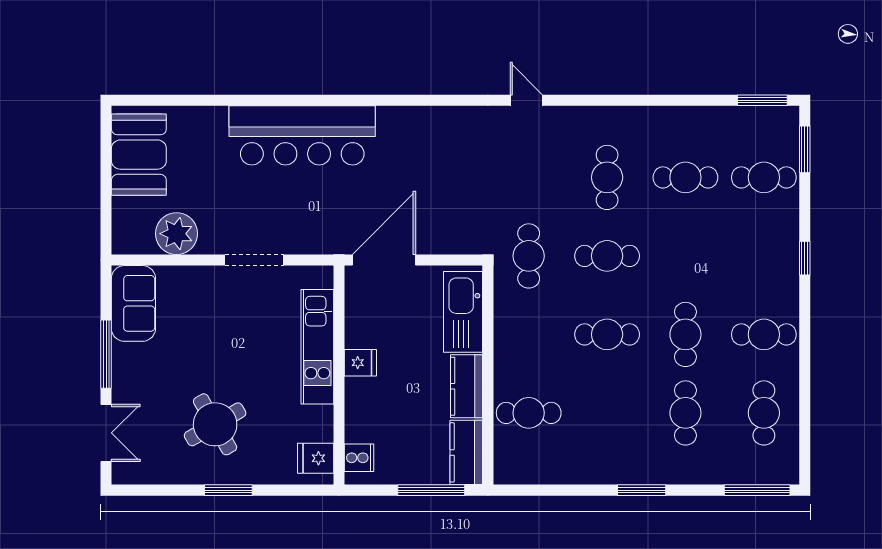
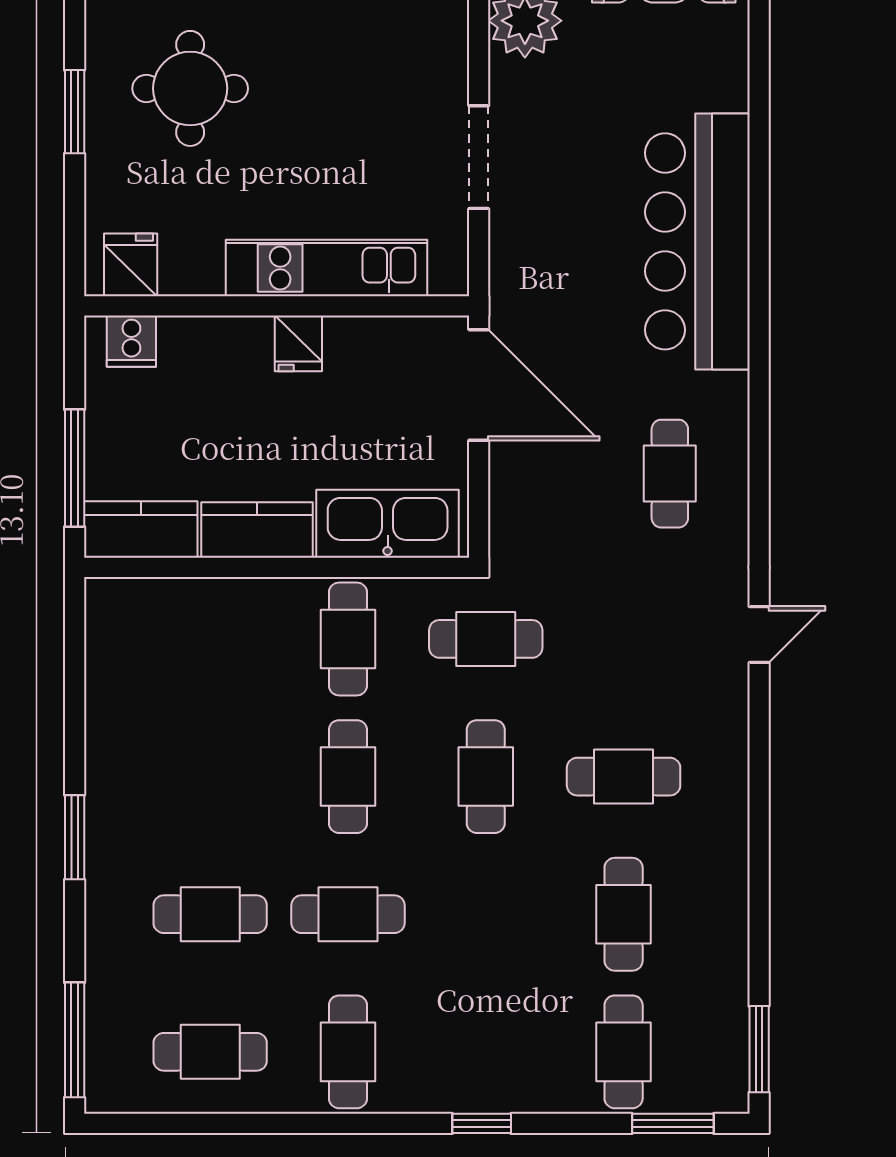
cafe table: (434, 151) -> (670, 474), added
cafe table: (529, 413) -> (348, 639), moved
round table: (215, 424) -> (190, 88), turned 30

